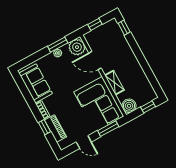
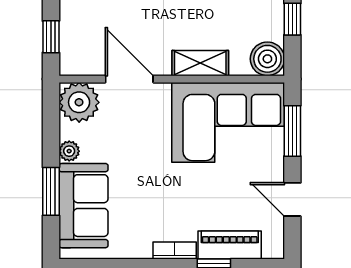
window: (58, 45) -> (51, 191), moved
door: (95, 61) -> (129, 79), swing flipped
sofa: (36, 83) -> (83, 206), moved, turned 90
door: (84, 142) -> (292, 199), swing flipped

